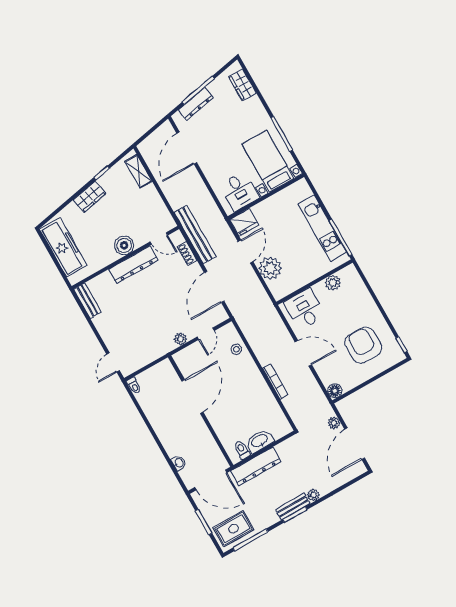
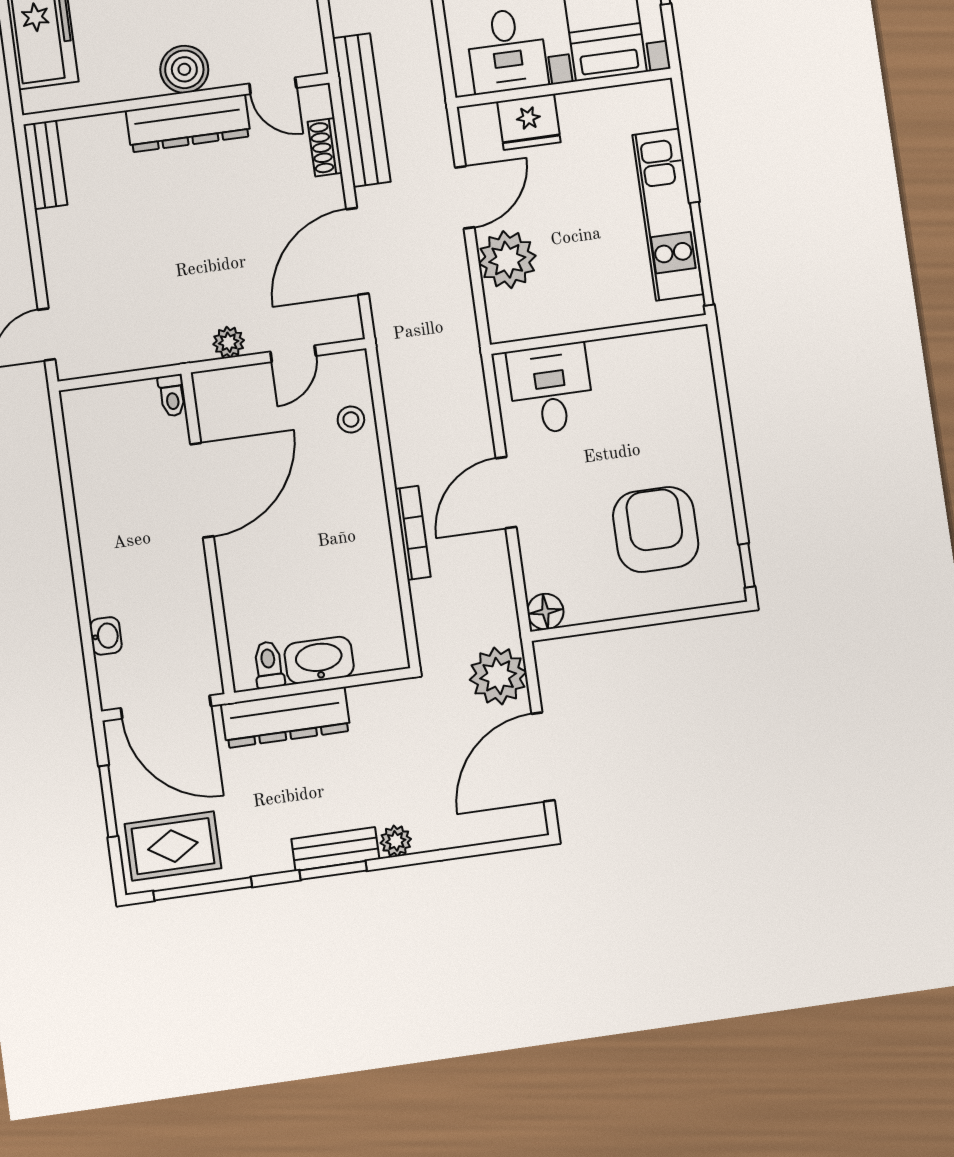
fridge: (244, 222) -> (529, 122), moved
plant: (333, 283) -> (642, 353), removed
door: (303, 353) -> (506, 493), swing flipped
toilet: (134, 386) -> (172, 396), moved
plant: (334, 423) -> (498, 676), width x1.88, depth x1.88

